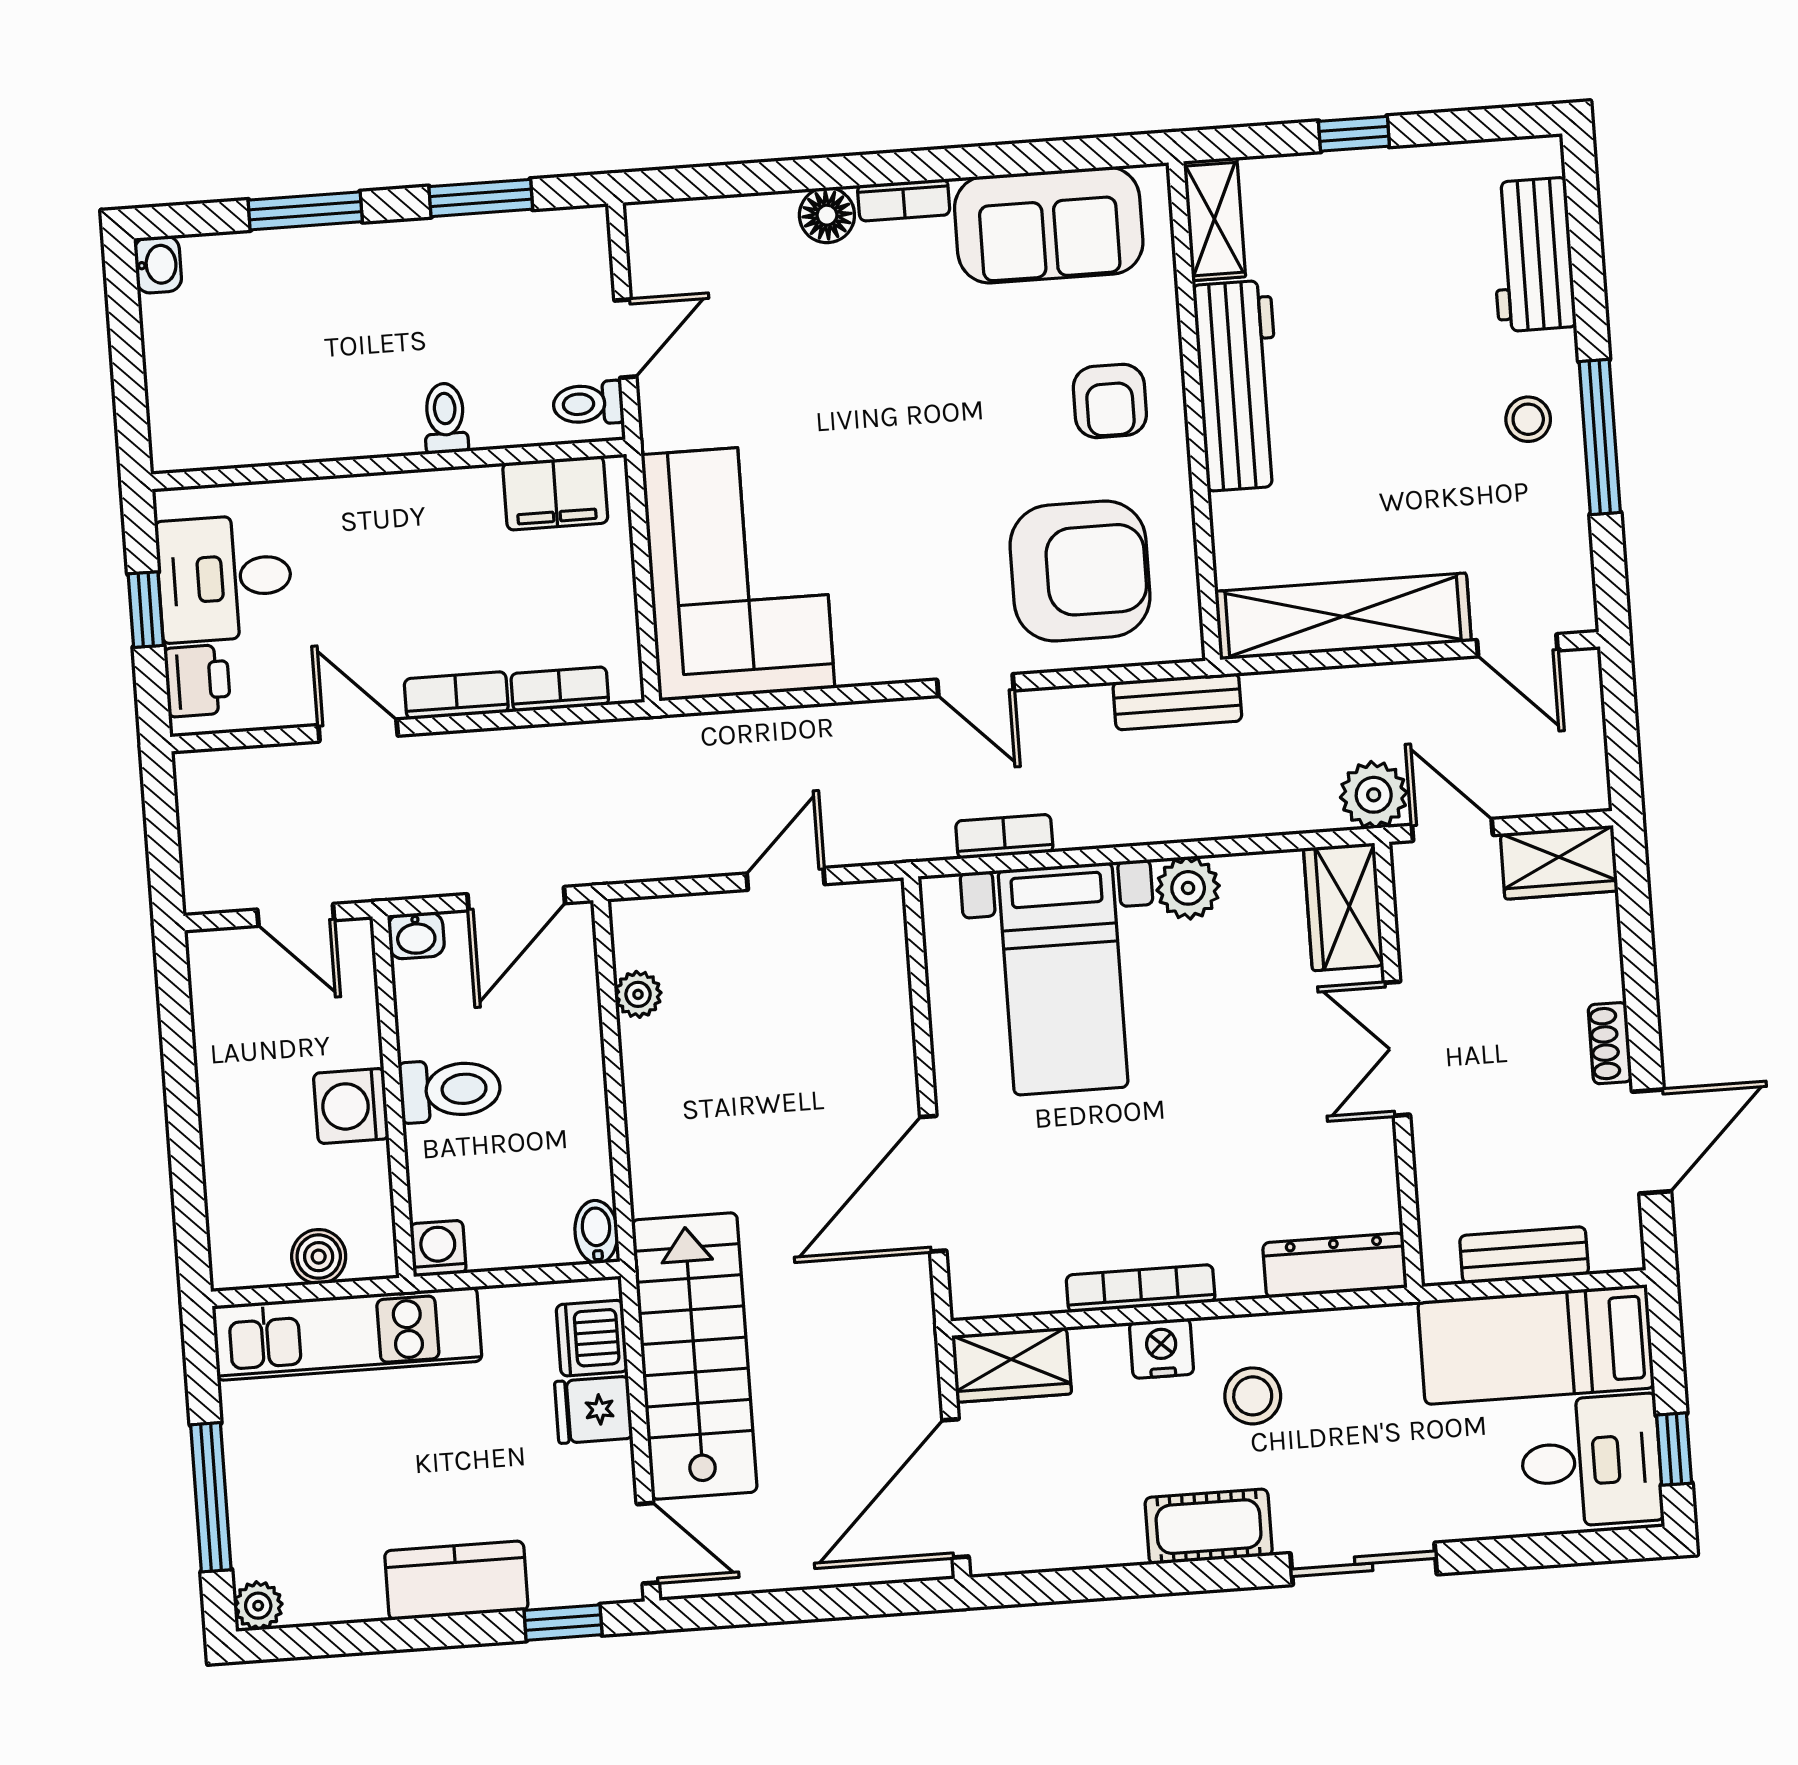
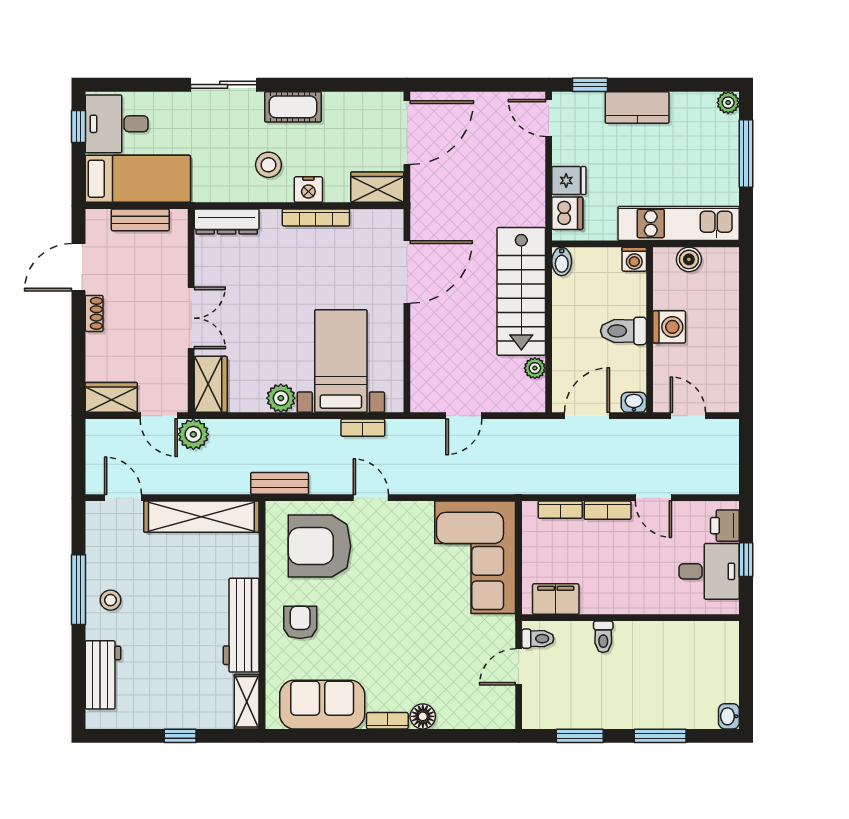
stairs: (694, 1356) -> (521, 291), moved

